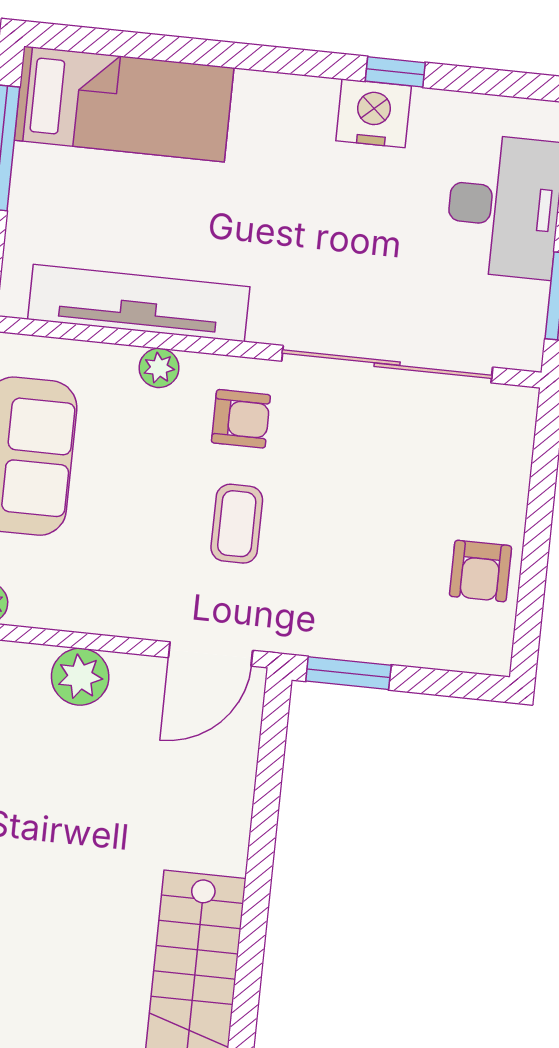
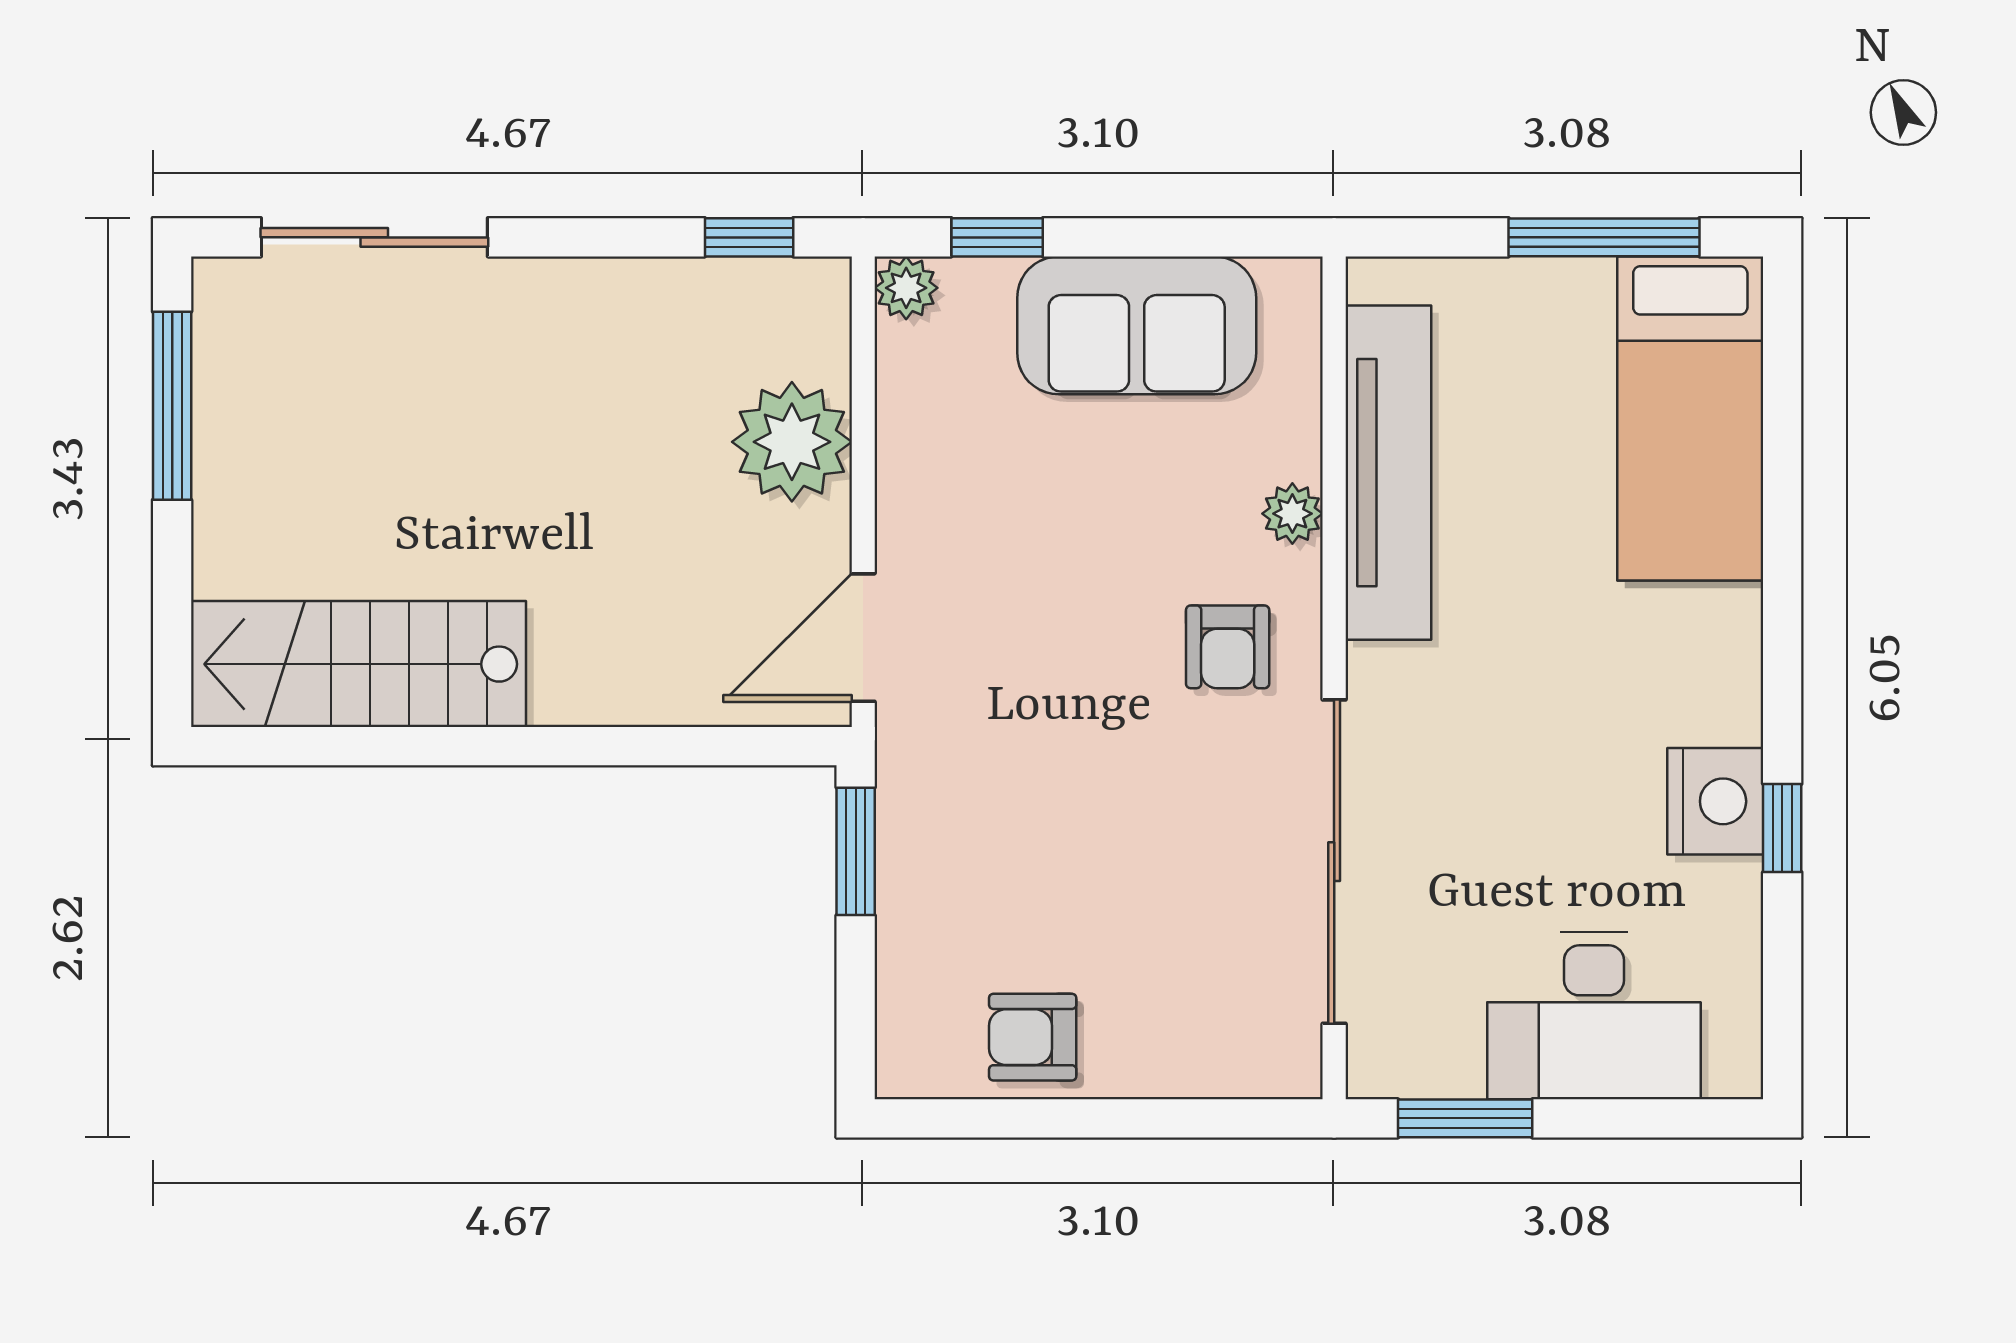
coffee table: (237, 524) -> (1067, 657), removed
door: (211, 654) -> (863, 638), hinge flipped
plant: (80, 677) -> (792, 442), width x1.36, depth x1.36

